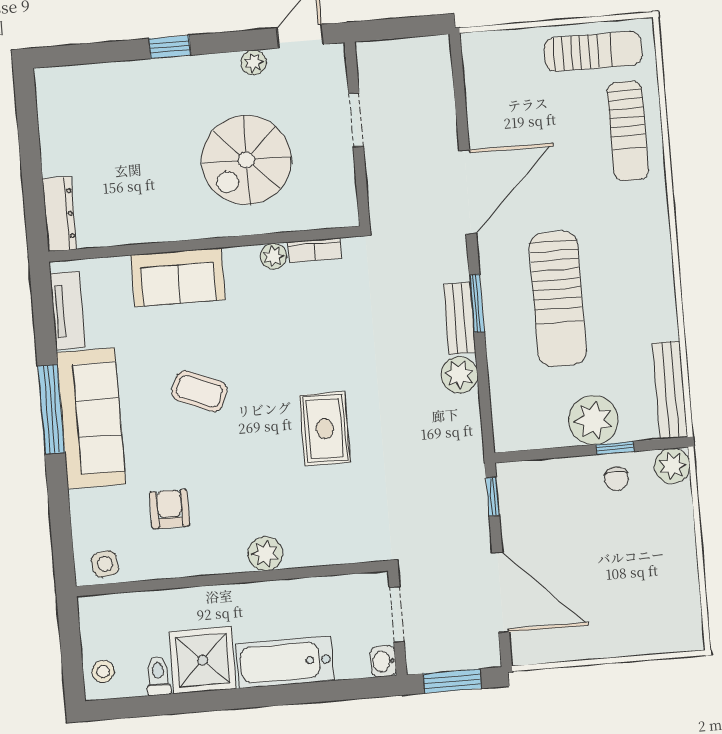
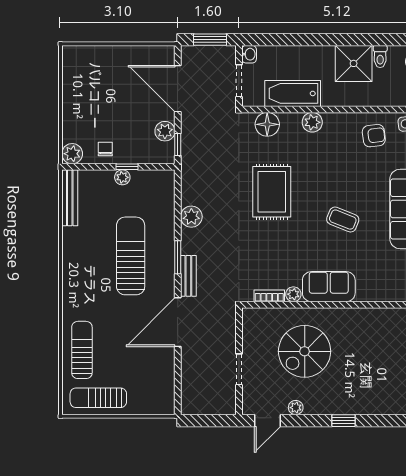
spiral stairs: (246, 160) -> (305, 351), turned 180
sofa: (178, 277) -> (329, 287), moved
bench: (460, 318) -> (188, 276), moved
plant: (593, 420) -> (122, 177), width x0.53, depth x0.53
rug: (325, 429) -> (272, 192), width x1.36, depth x1.43
window: (615, 448) -> (127, 167), moved
armchair: (170, 509) -> (374, 136), moved, turned -97
plant: (517, 518) -> (165, 131), added
floor lamp: (342, 544) -> (267, 124), added
bathtub: (285, 662) -> (293, 93), moved, turned 180

